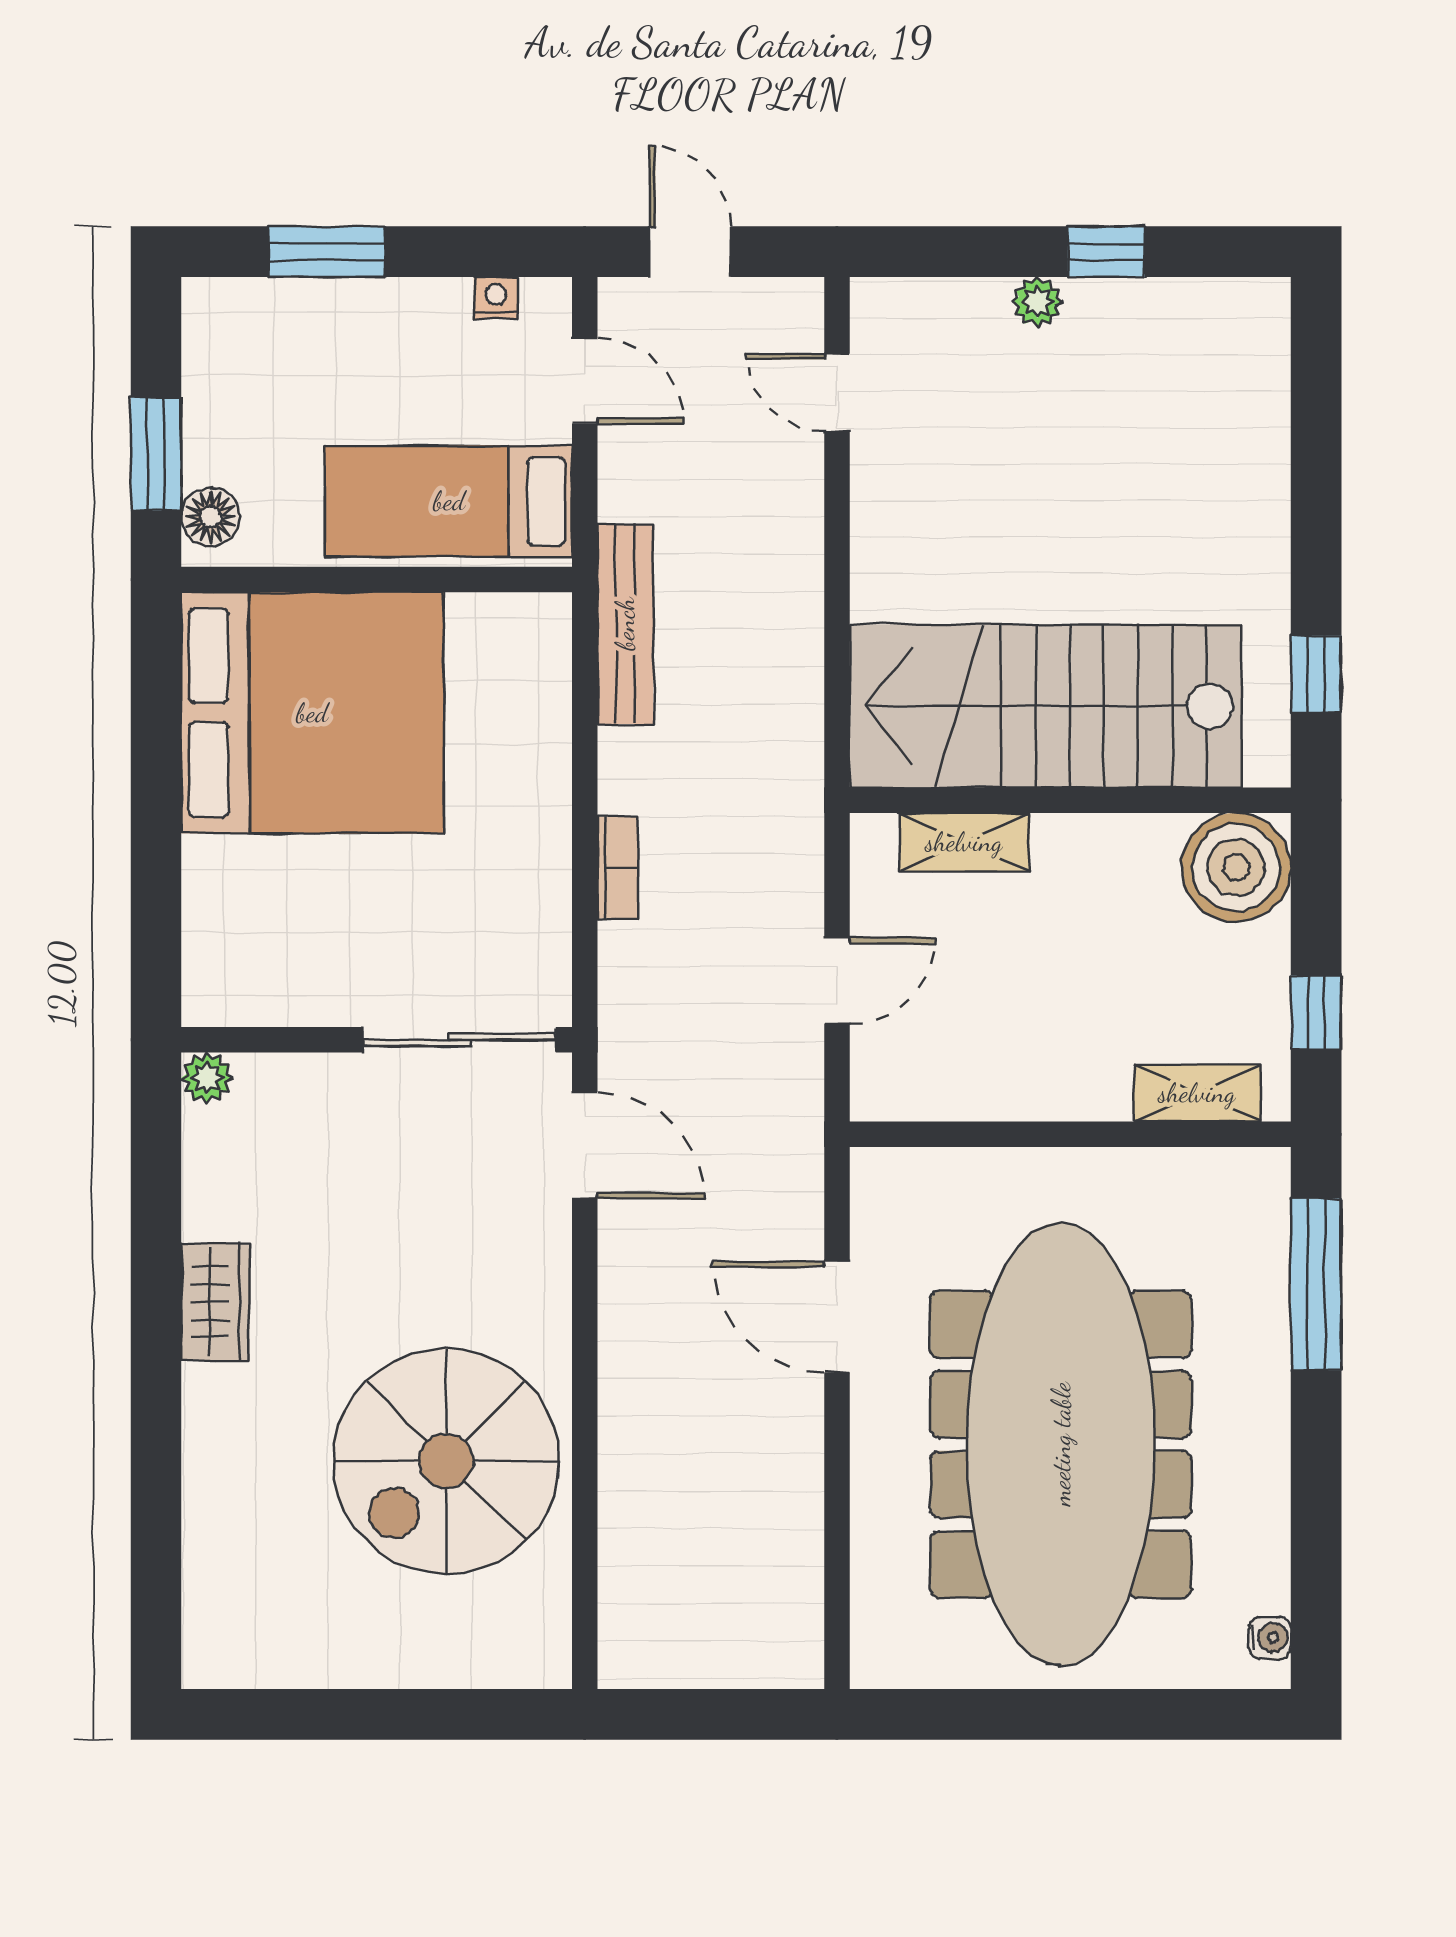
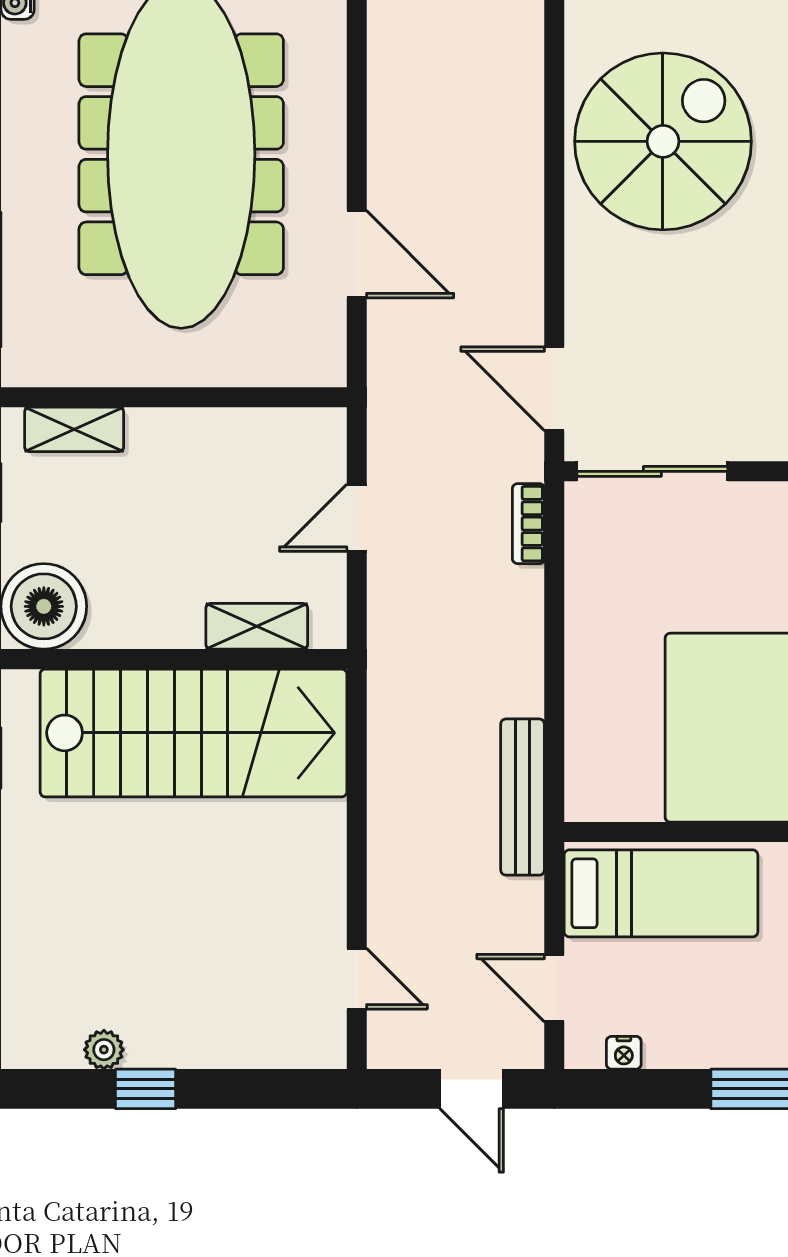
plant: (1037, 302) -> (104, 1050), moved
bookcase: (618, 868) -> (528, 524), moved

